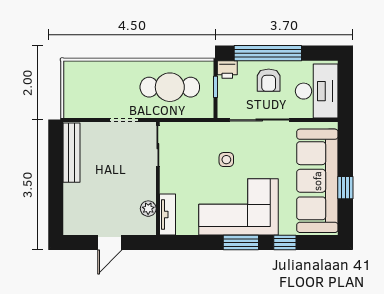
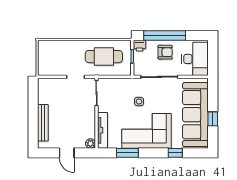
armchair: (269, 80) -> (165, 52), turned -90
bench: (72, 153) -> (43, 123), moved
plant: (148, 209) -> (90, 143), moved
tv unit: (168, 215) -> (102, 130), width x1.41
door: (110, 242) -> (67, 153), hinge flipped
window: (241, 242) -> (127, 153), moved

